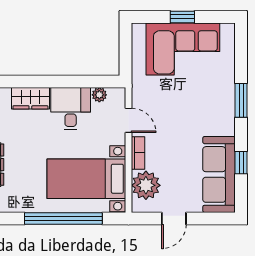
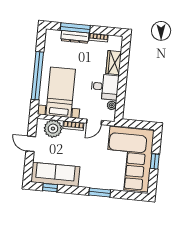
corner sofa: (183, 49) -> (129, 159), width x1.36, depth x1.36
window: (241, 163) -> (50, 188), moved

